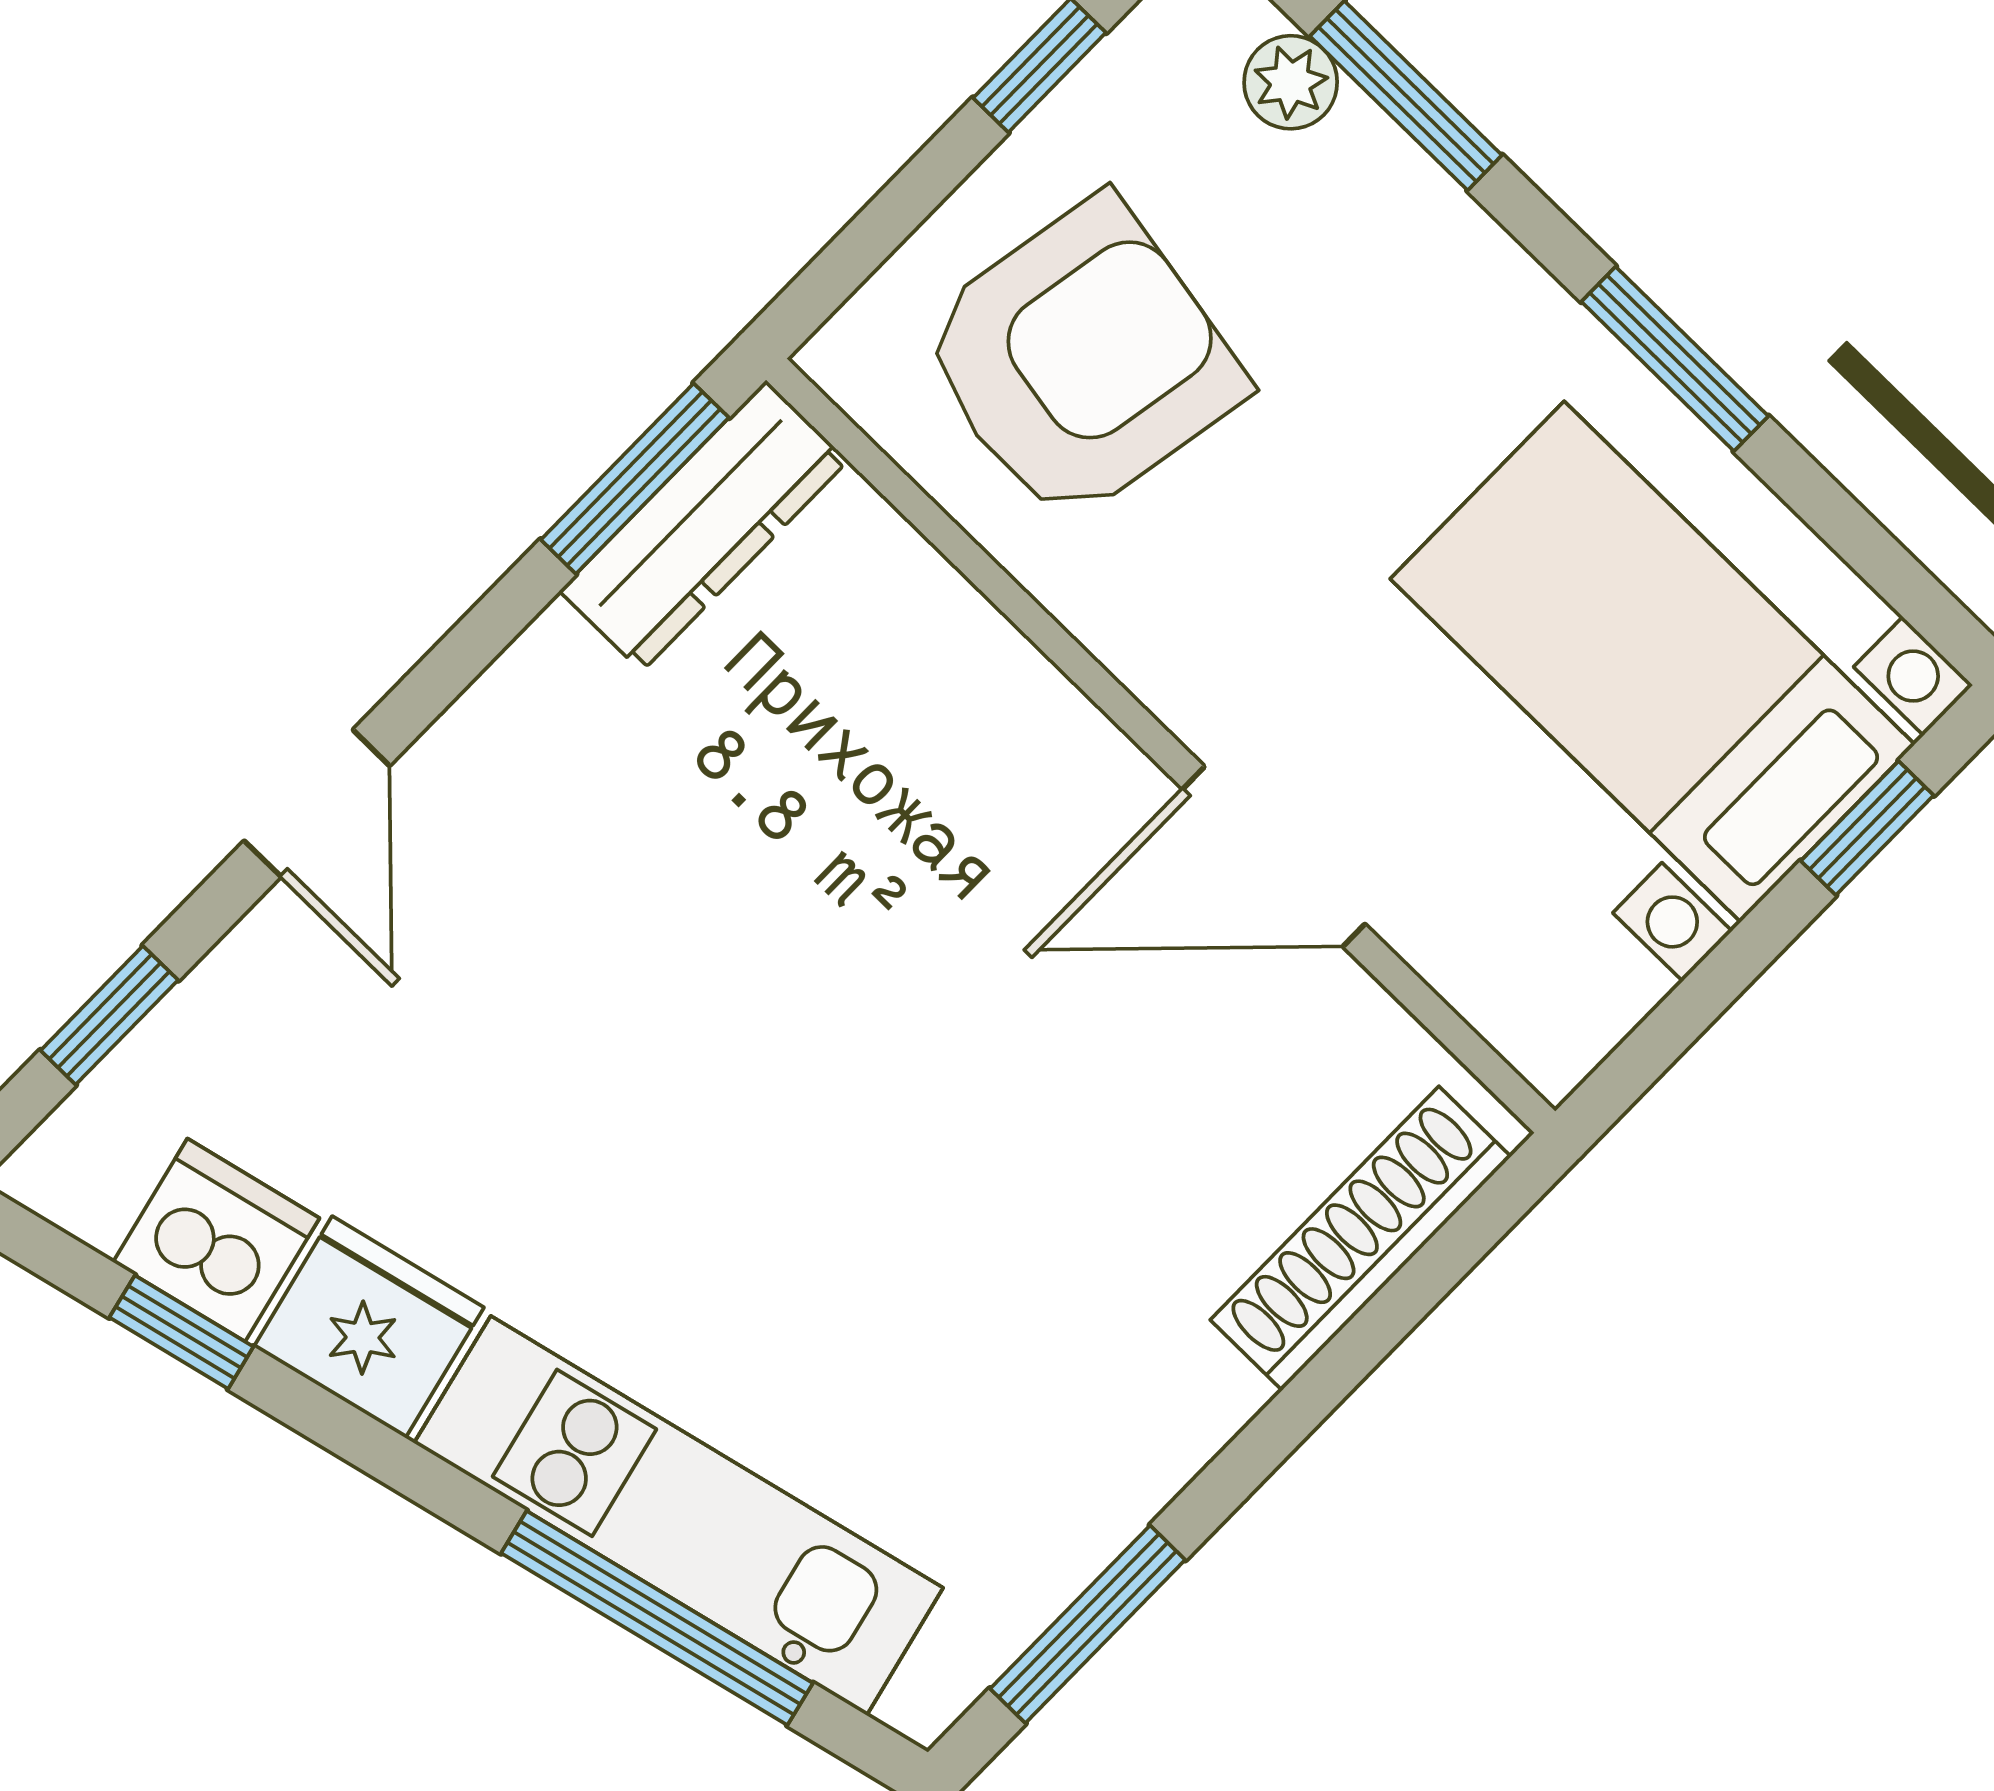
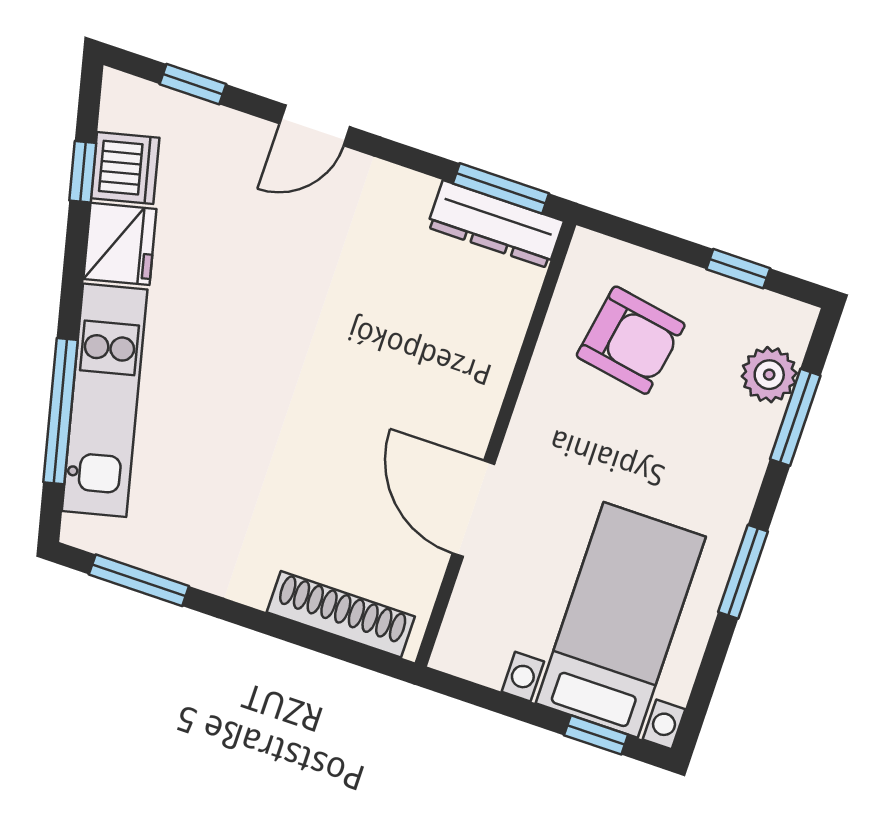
plant: (1291, 82) -> (769, 375), width x1.38, depth x1.38
armchair: (1080, 361) -> (631, 340), width x0.73, depth x0.73

